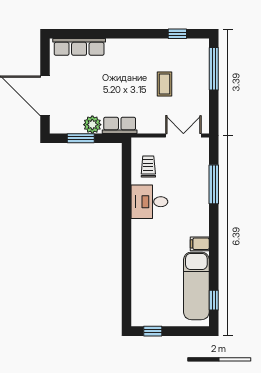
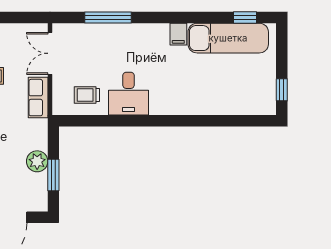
row of seats: (120, 125) -> (38, 98), moved

